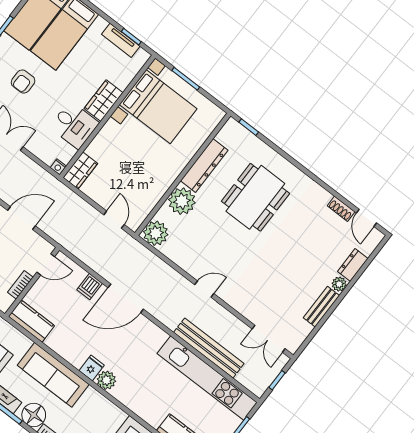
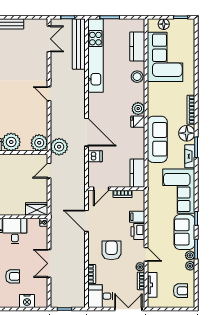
plant: (133, 253) -> (59, 147), added
door: (46, 264) -> (101, 189), swing flipped
bench: (209, 348) -> (79, 44), moved
stool: (145, 408) -> (137, 77), added

